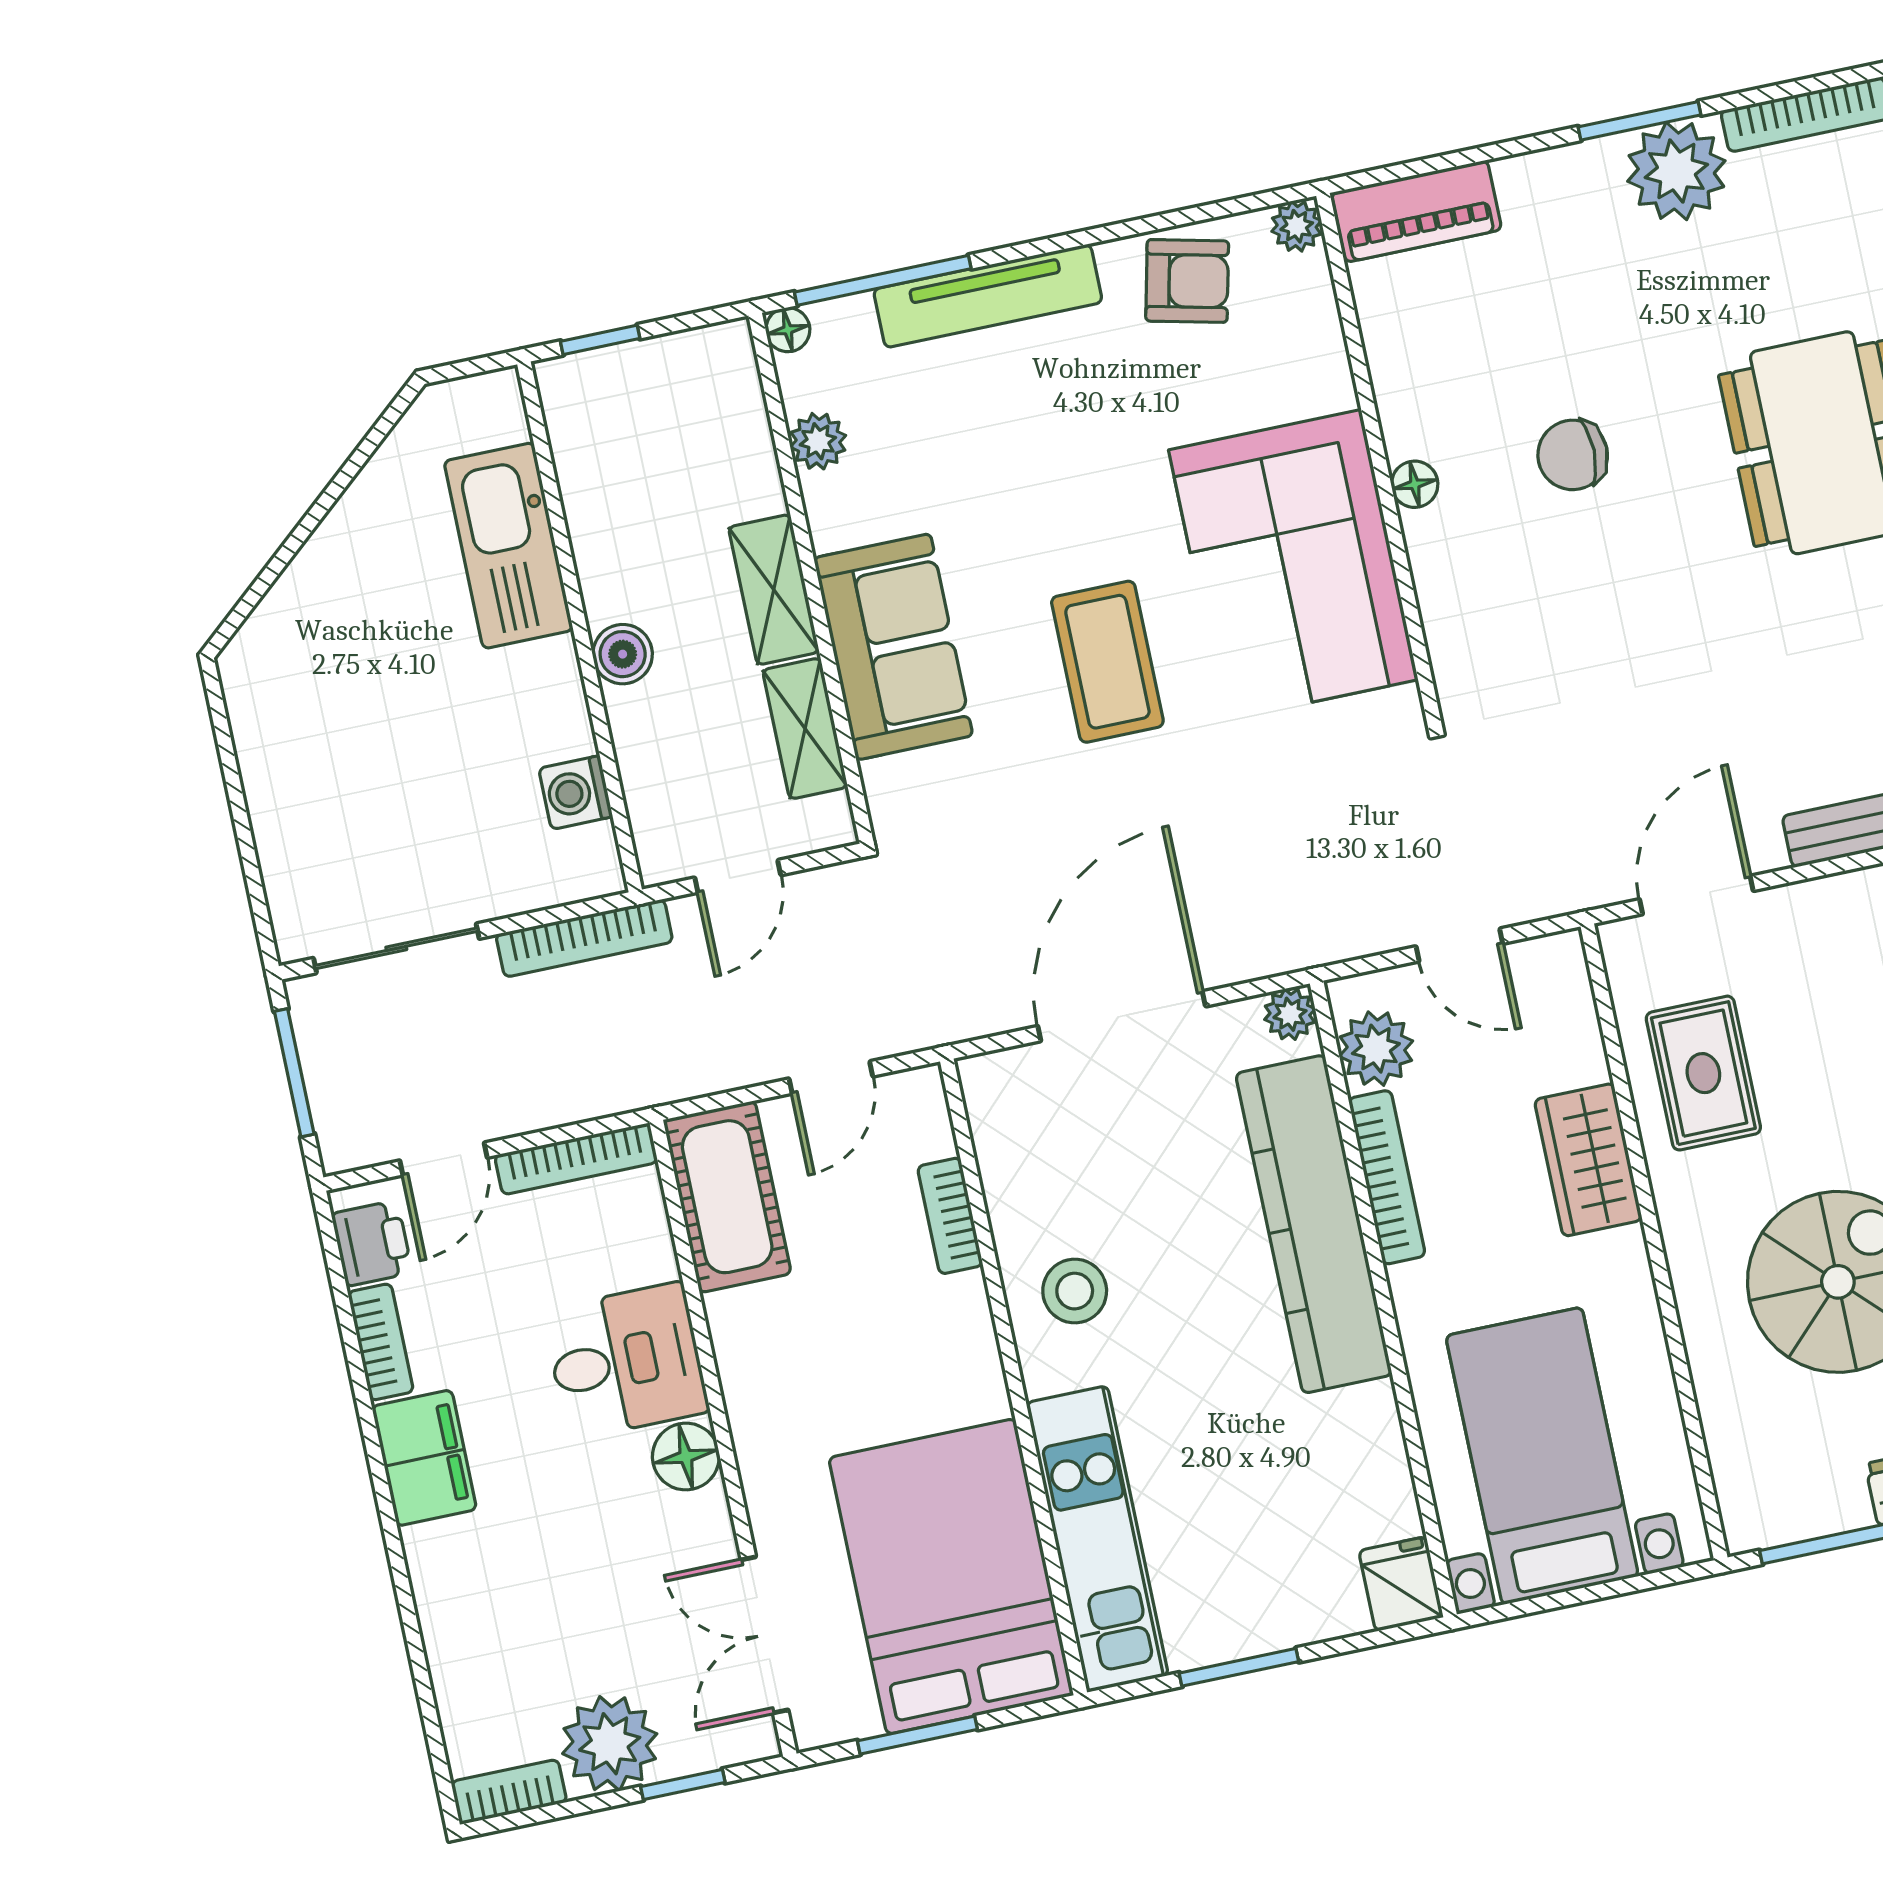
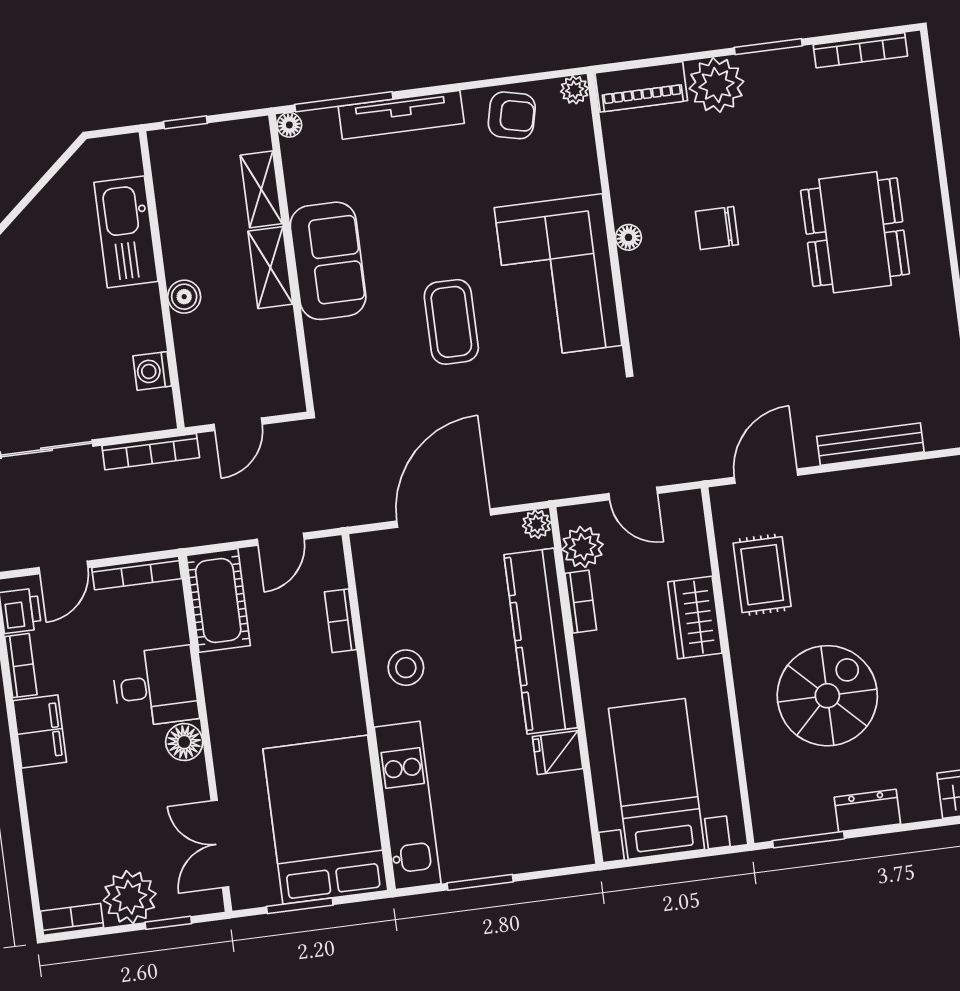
plant: (1676, 171) -> (716, 85), moved
plant: (818, 441) -> (301, 188), removed
sofa: (893, 647) -> (328, 261), moved
shelving: (805, 728) -> (261, 189), moved
bookcase: (1387, 1177) -> (581, 602), width x0.64
fridge: (1401, 1584) -> (558, 753), moved, turned -90

